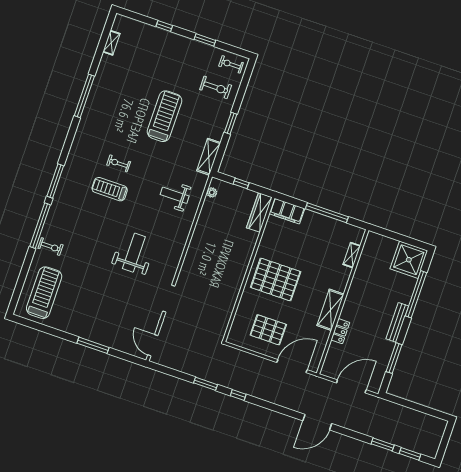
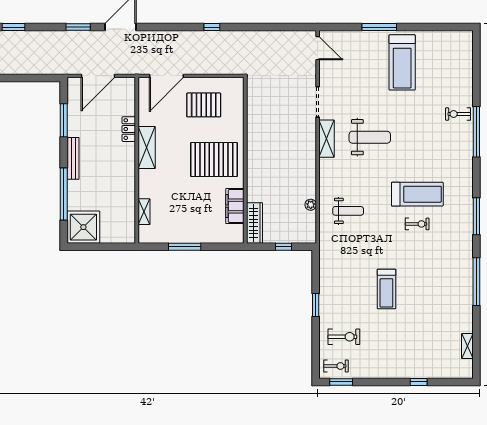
window: (205, 40) -> (341, 382), moved
exercise bike: (216, 87) -> (344, 337), turned 180
treadmill: (165, 116) -> (386, 289), width x0.73, depth x0.73
shelving: (209, 157) -> (327, 139), moved
window: (55, 181) -> (476, 216), moved
treadmill: (110, 189) -> (417, 194), width x1.37, depth x1.38
plant: (212, 192) -> (311, 205), moved
filing cabinet: (287, 211) -> (235, 206), moved, turned -90
window: (327, 213) -> (185, 247), width x0.68
weight bench: (134, 253) -> (370, 137), turned -90
treadmill: (44, 293) -> (402, 62), moved
window: (205, 384) -> (249, 27), removed
window: (383, 444) -> (78, 27), moved

